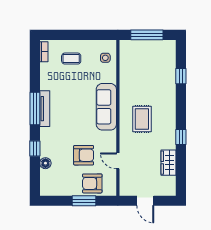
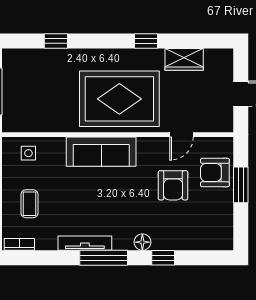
tv unit: (45, 109) -> (85, 243), moved
rug: (142, 119) -> (119, 99), width x1.86, depth x2.06
armchair: (84, 155) -> (173, 185), turned 180
floor lamp: (45, 163) -> (142, 242), moved
armchair: (92, 183) -> (215, 173), turned 90

